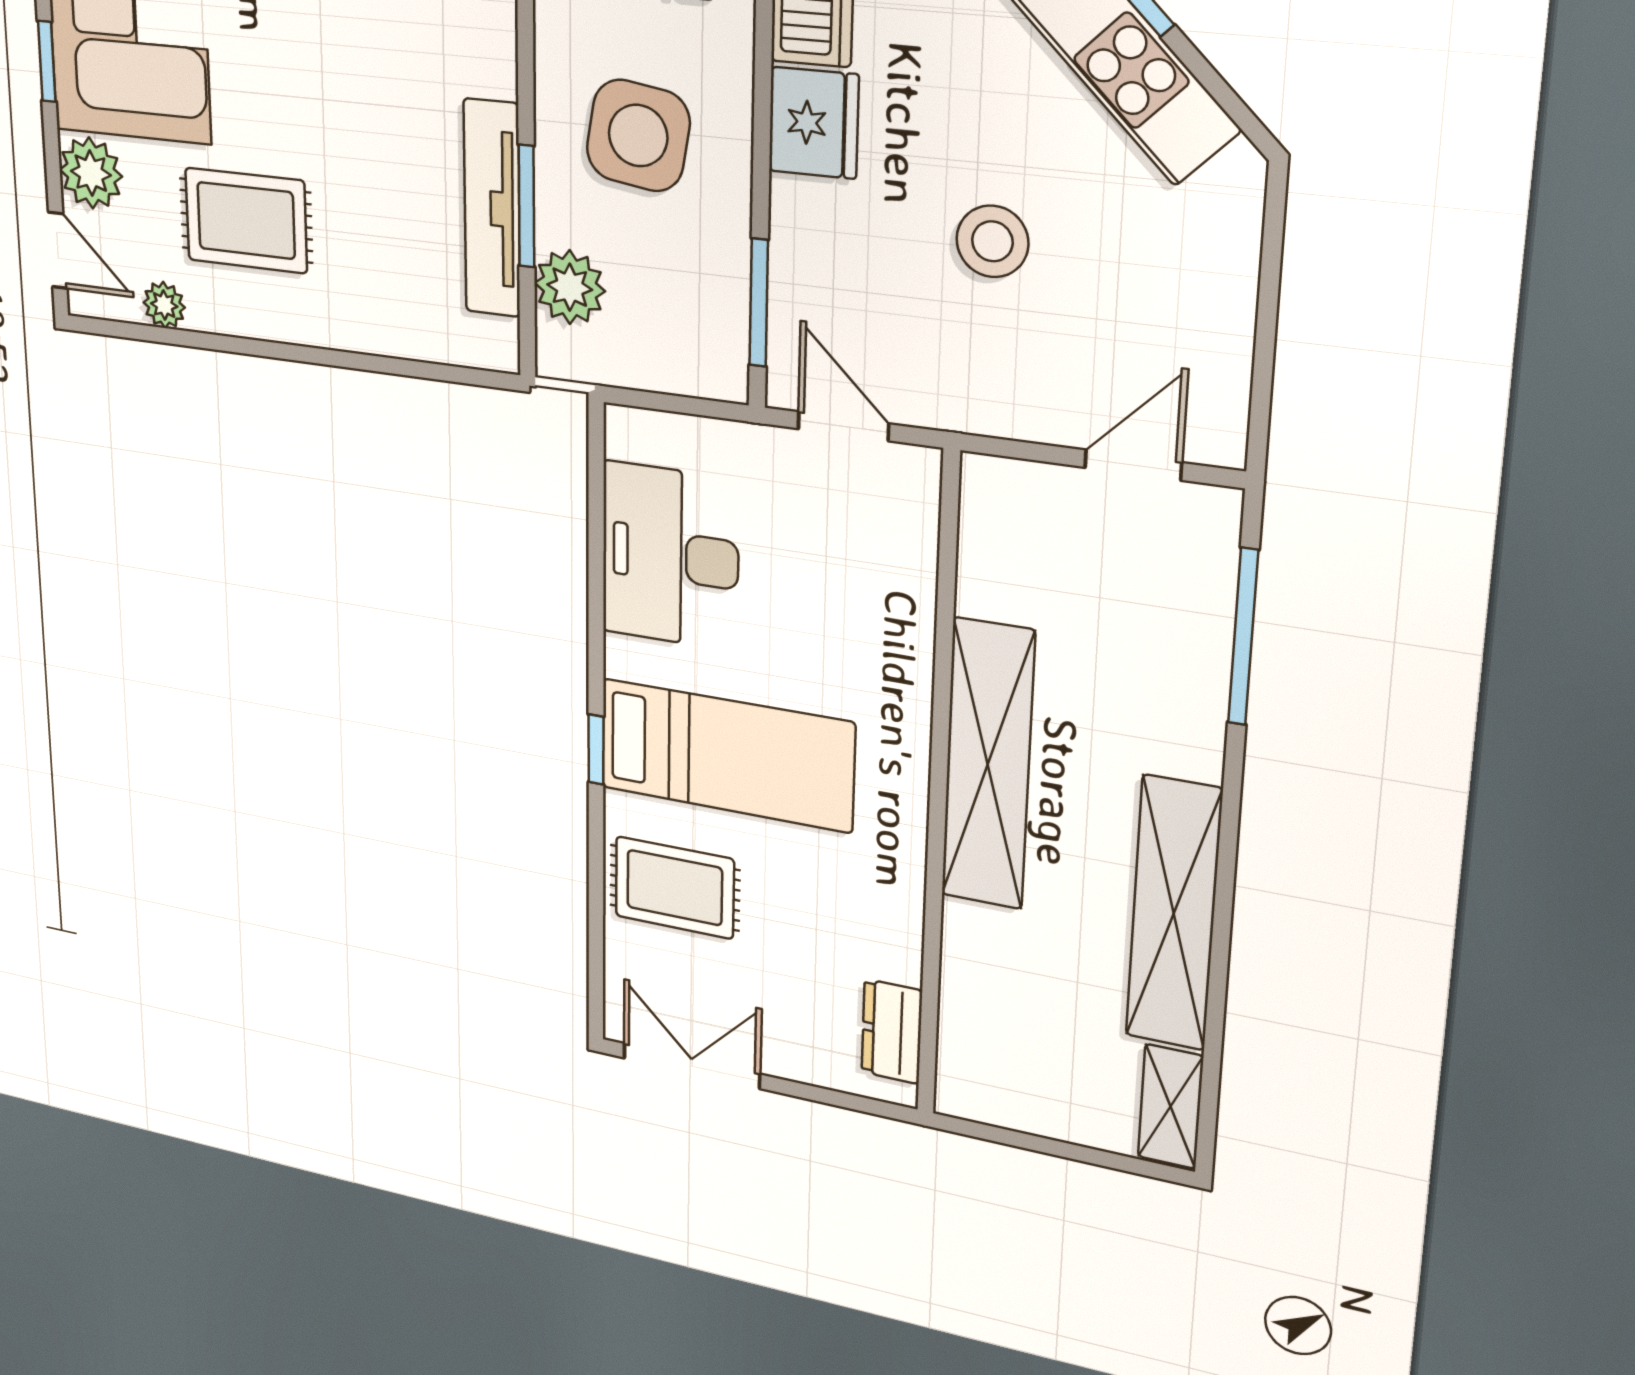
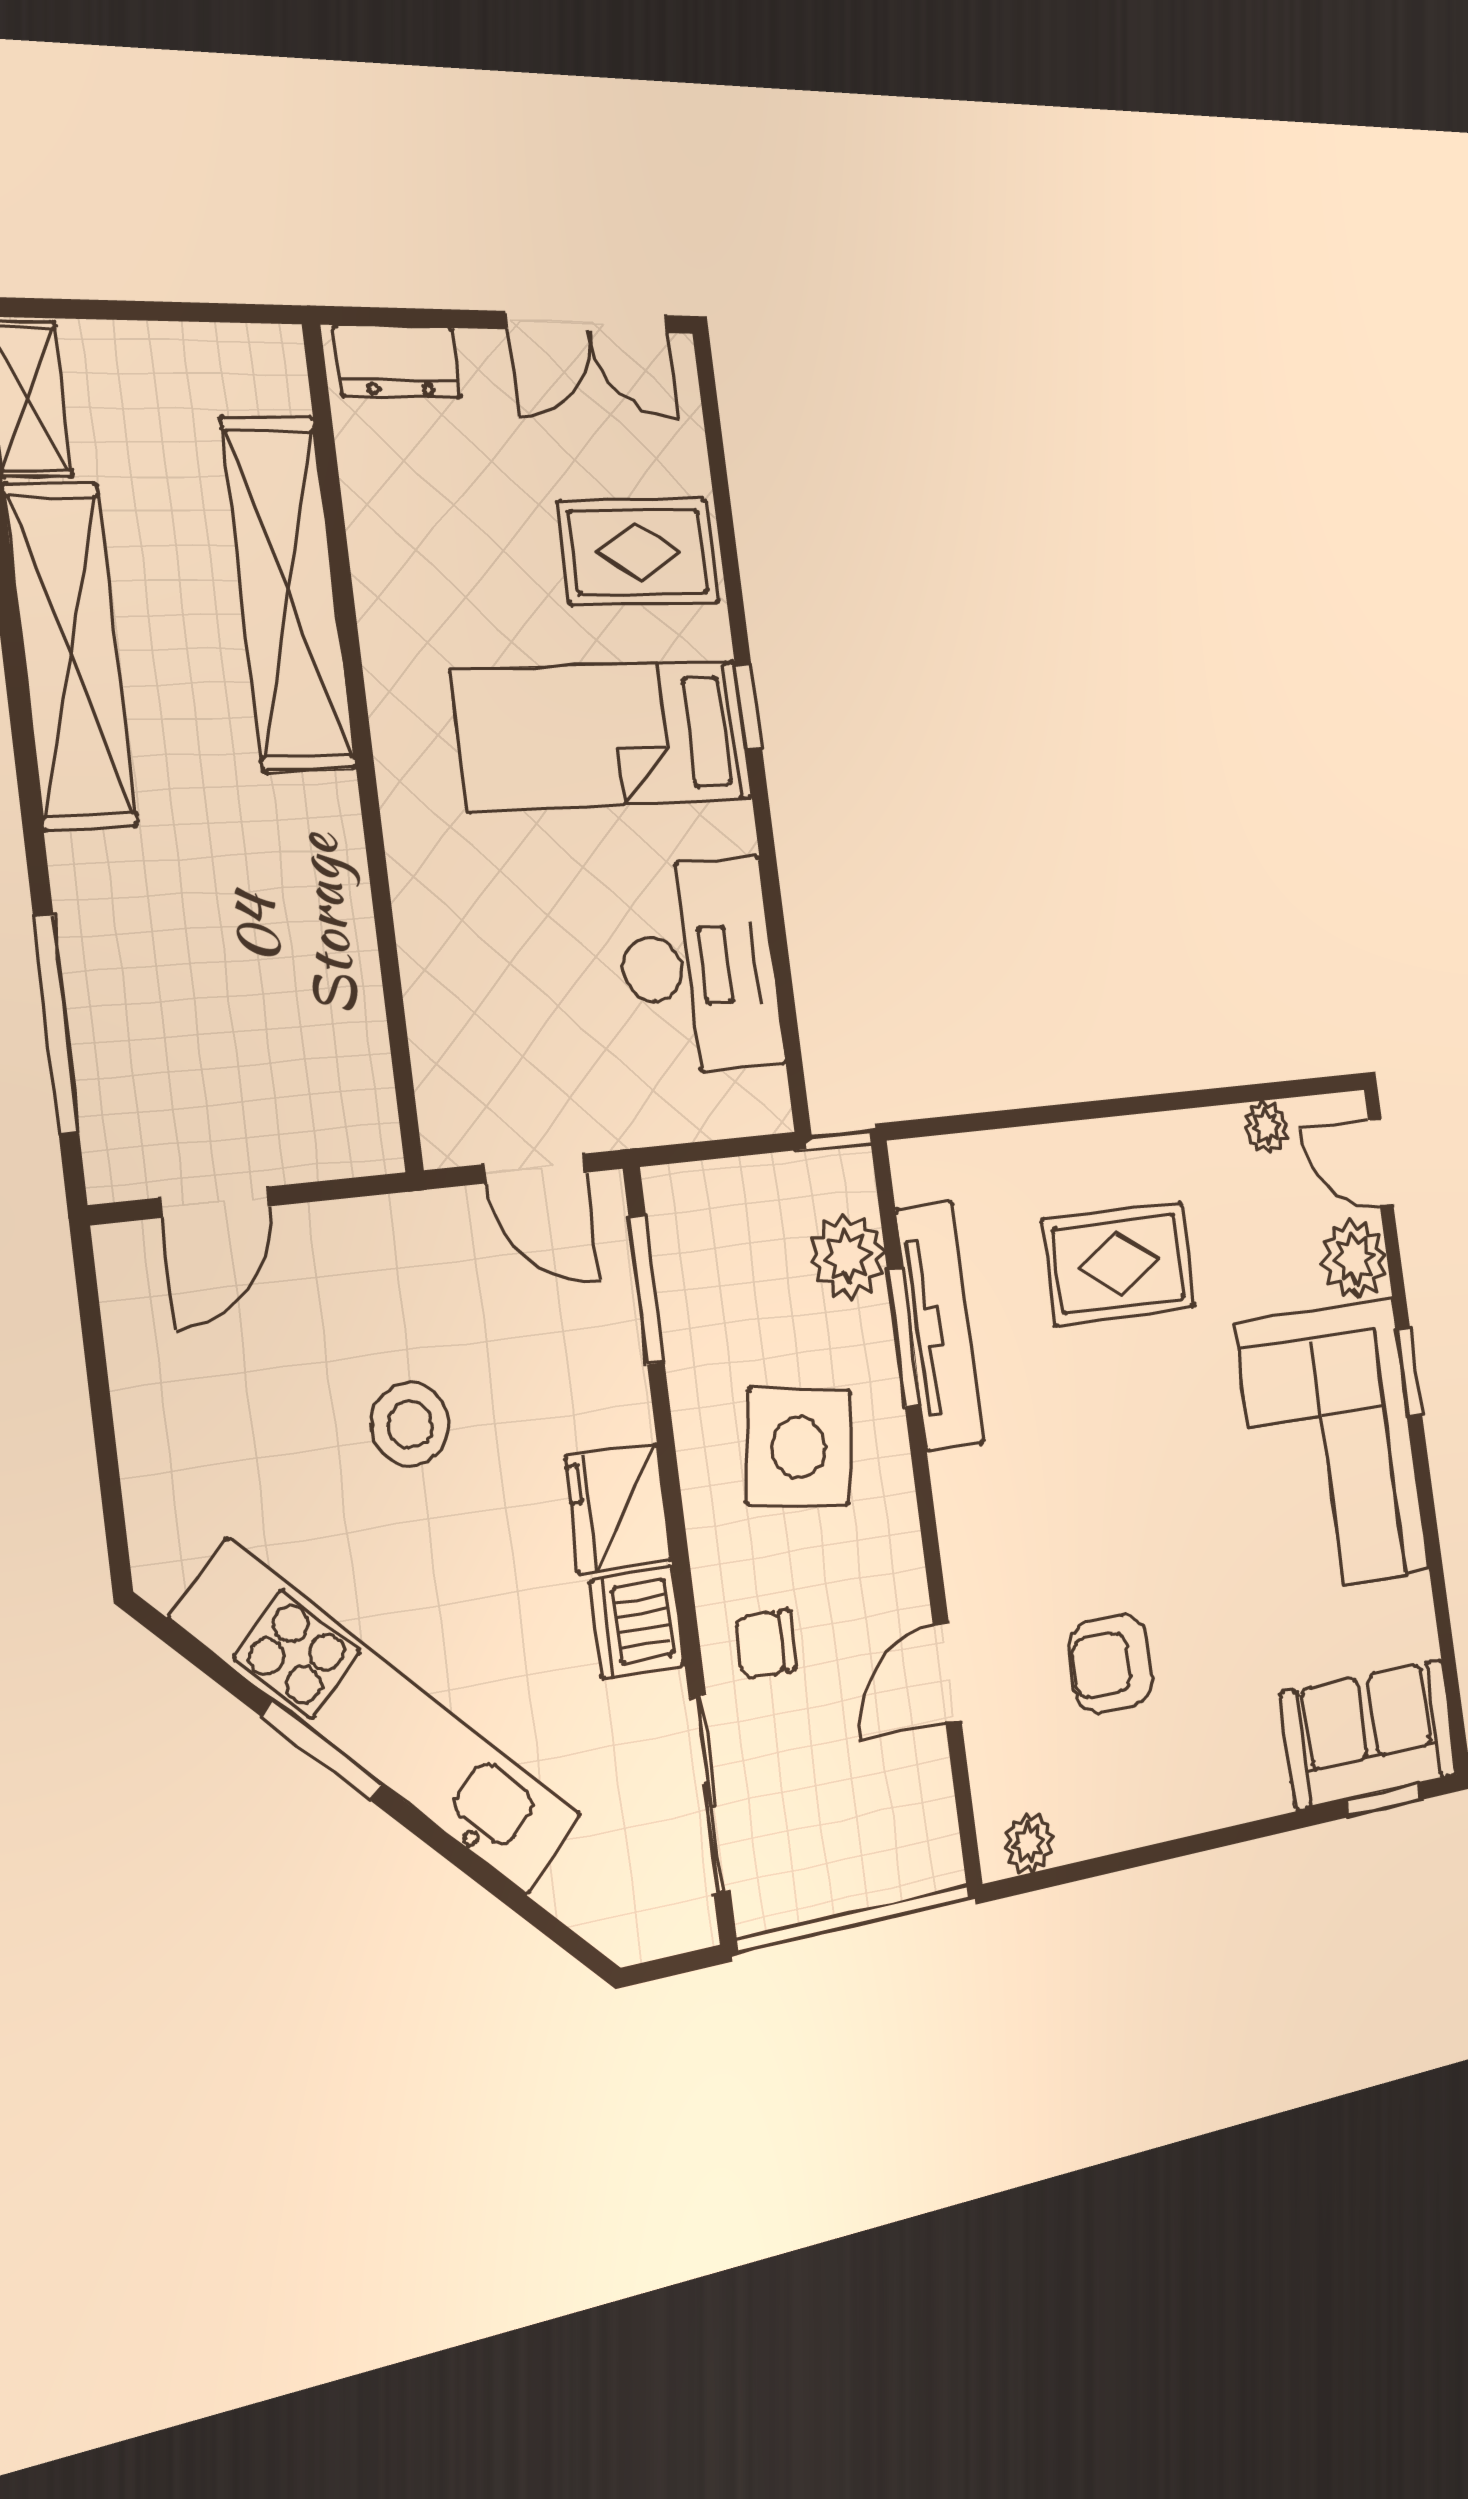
rug: (246, 220) -> (1119, 1263), moved
shelving: (988, 764) -> (288, 593), moved
dresser: (892, 1032) -> (397, 362), moved, turned 90

